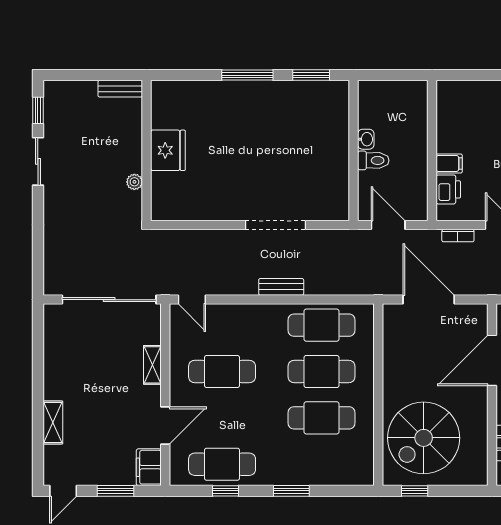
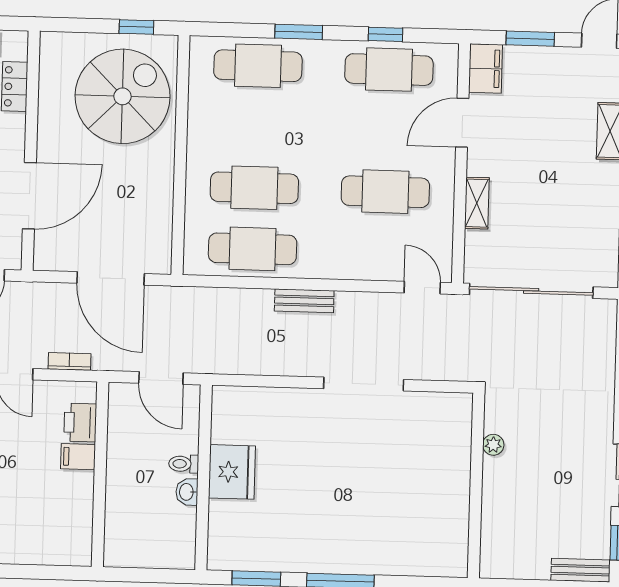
bench: (120, 89) -> (581, 570), moved
fridge: (168, 150) -> (232, 472), moved, turned 180
toilet: (373, 160) -> (184, 464), width x0.73, depth x0.72
doorway: (275, 225) -> (364, 384), moved
cafe table: (322, 418) -> (258, 66), moved

